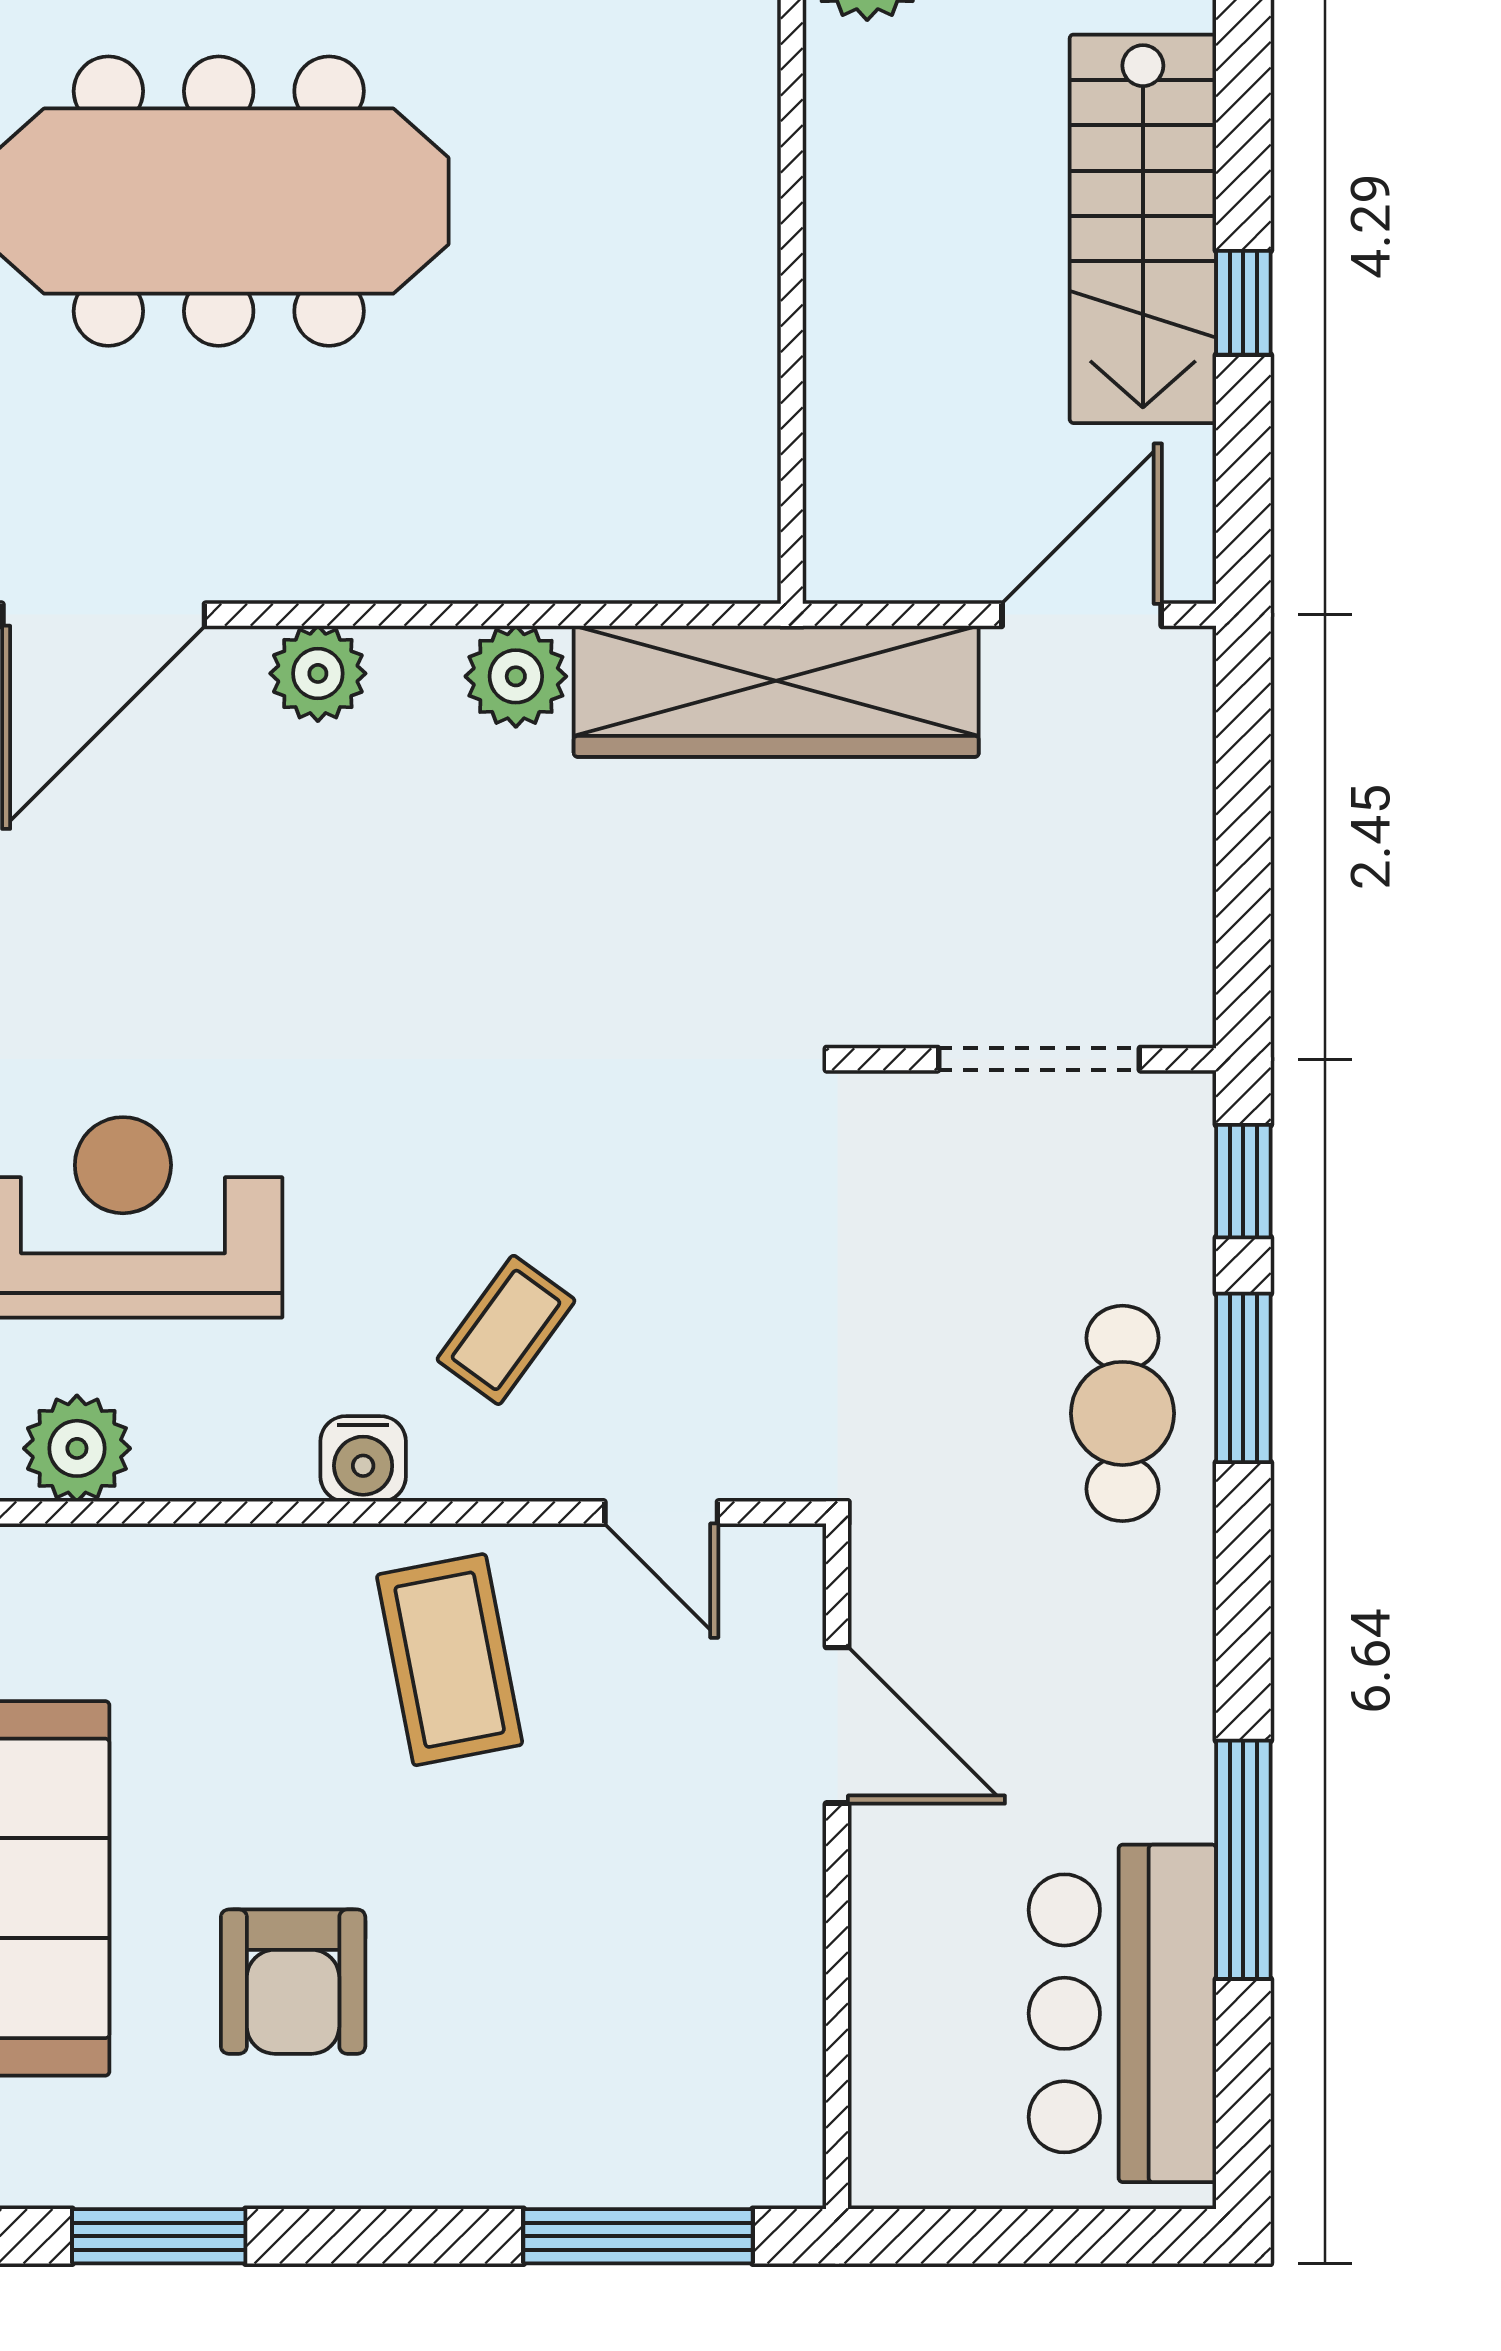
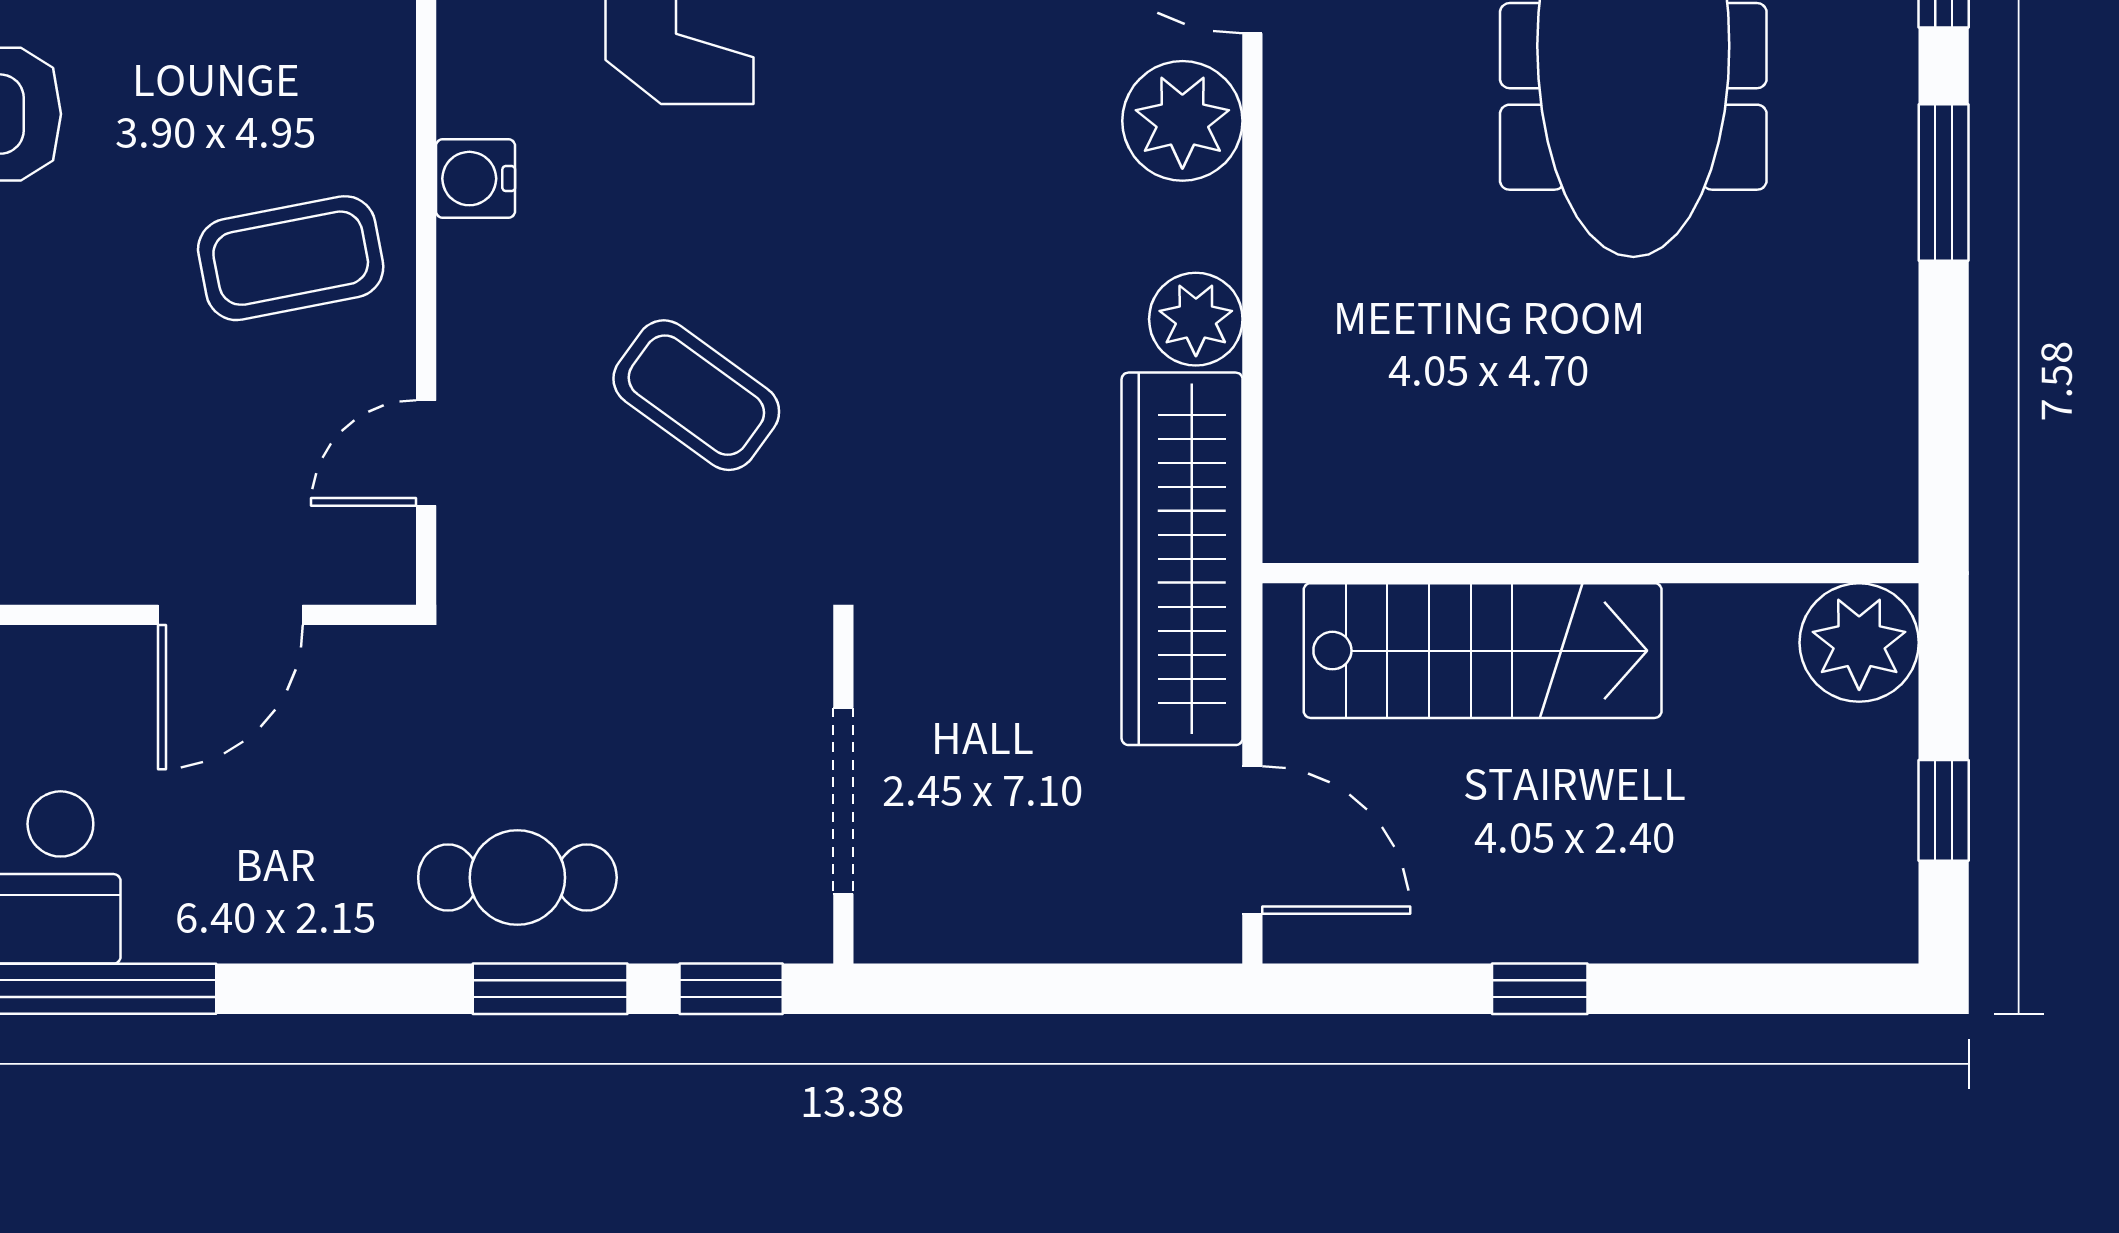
stairs: (1143, 229) -> (1483, 651), moved, turned 180
plant: (318, 673) -> (1182, 121), width x1.36, depth x1.36
coffee table: (506, 1330) -> (696, 395), moved, width x1.36, depth x1.30

